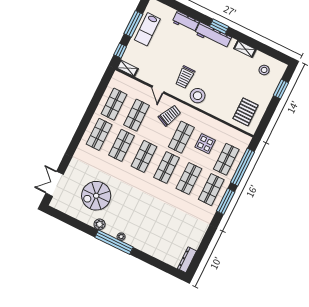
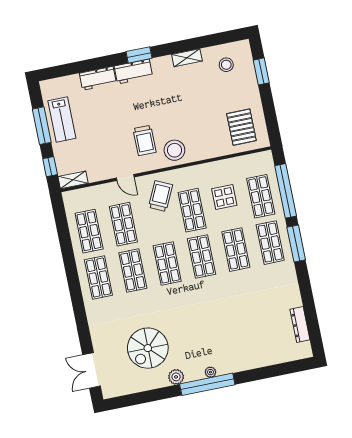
workbench: (213, 35) -> (133, 71), width x0.73
dresser: (187, 260) -> (300, 325), moved

